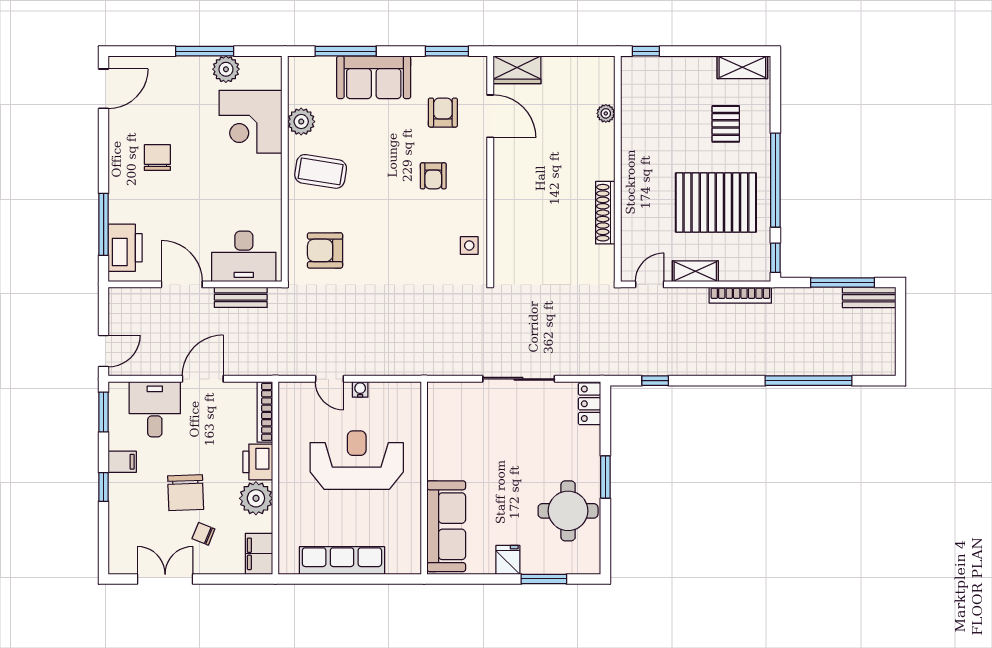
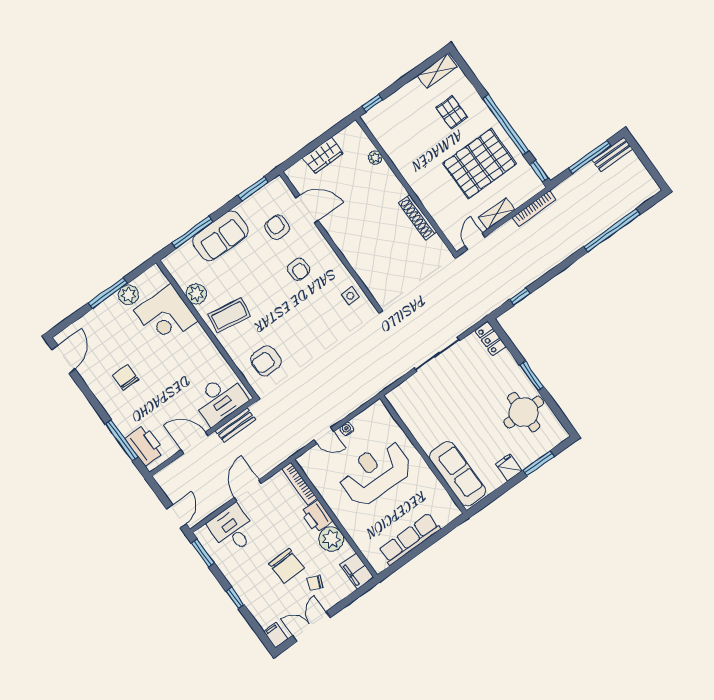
wardrobe: (517, 70) -> (323, 155), moved
filing cabinet: (122, 462) -> (276, 635), moved, turned -90

